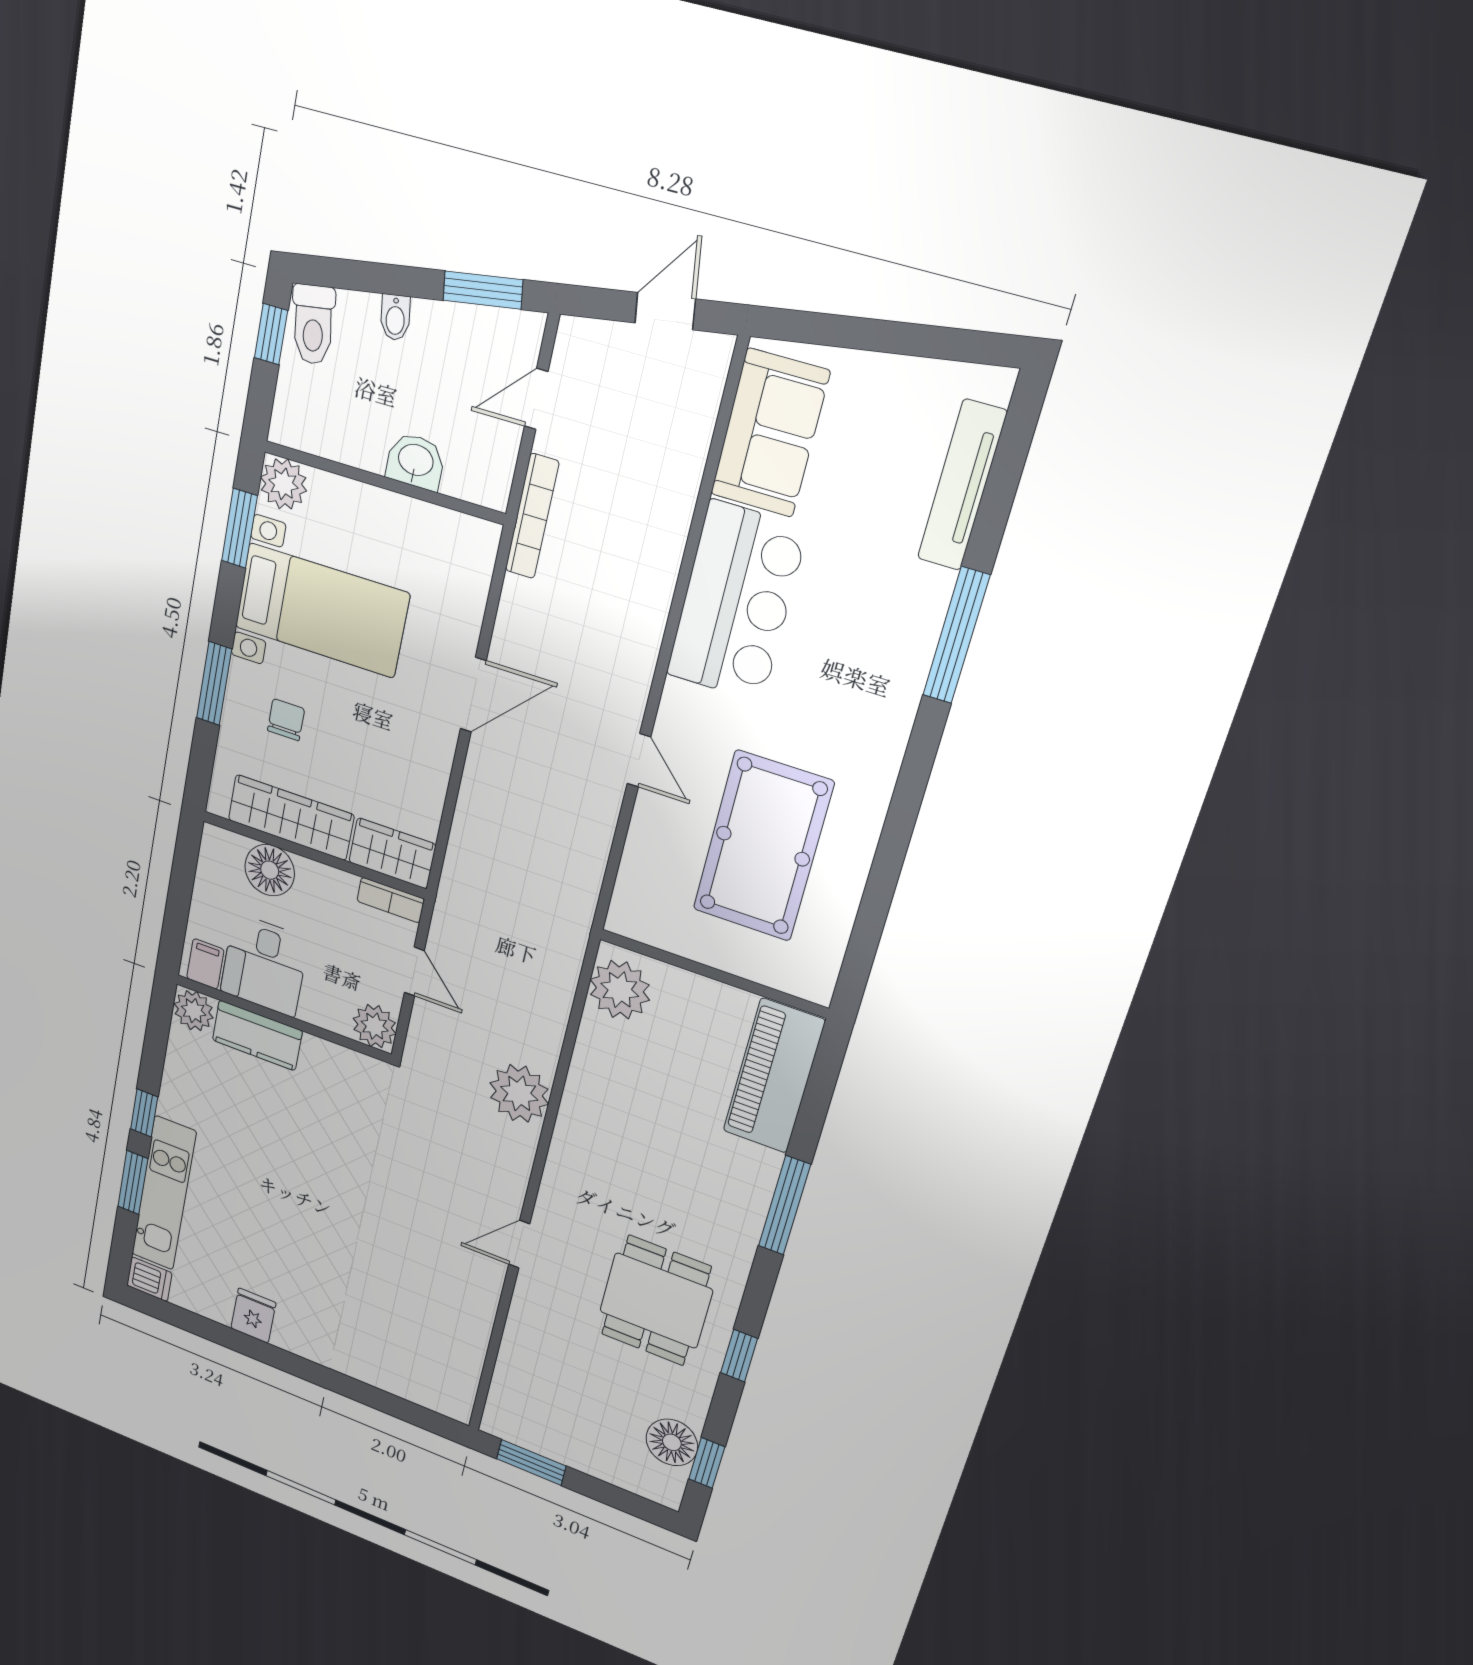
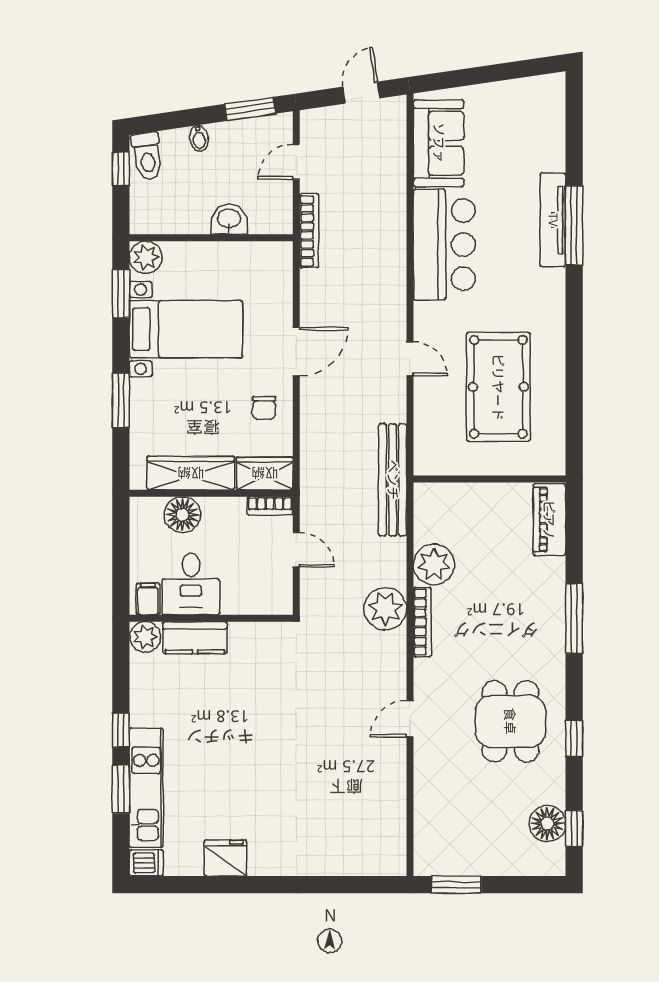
tv unit: (962, 485) -> (553, 220), moved
chair: (286, 720) -> (264, 408), moved, turned 180
bench: (571, 925) -> (393, 480), added
plant: (620, 990) -> (434, 564), moved
plant: (375, 1026) -> (277, 599), removed
piano: (774, 1076) -> (549, 520), width x0.73, depth x0.75
bookcase: (566, 1130) -> (422, 622), added
fridge: (253, 1316) -> (225, 858), width x1.38

